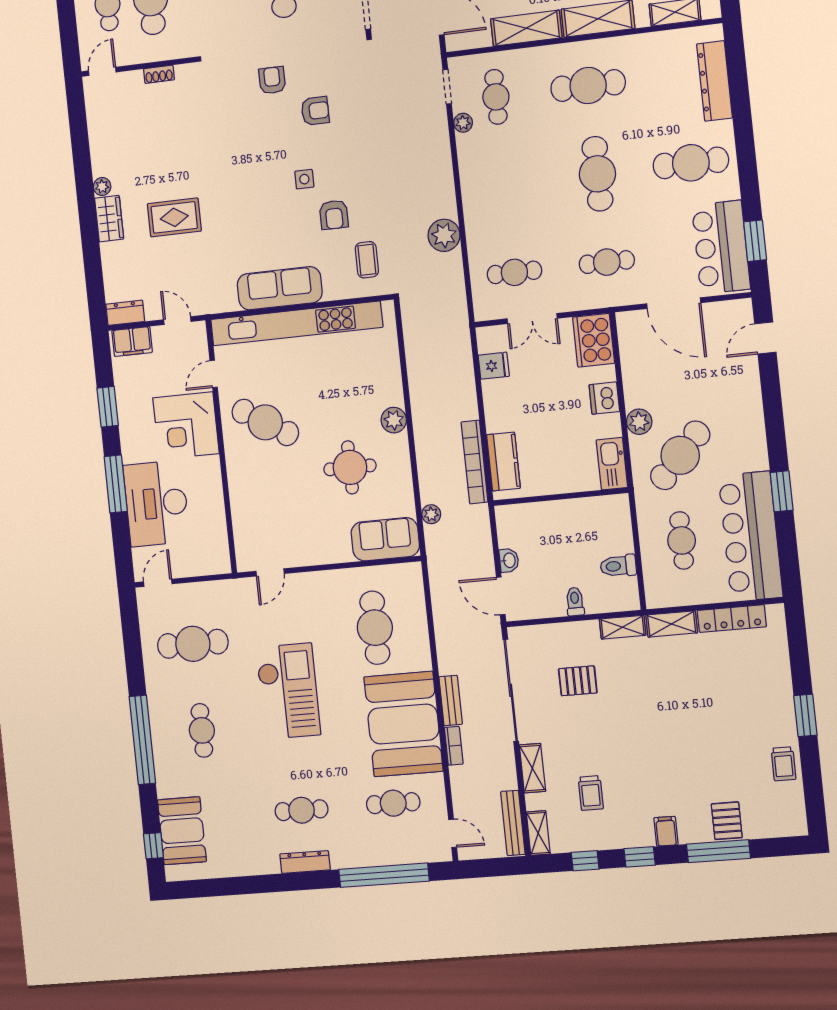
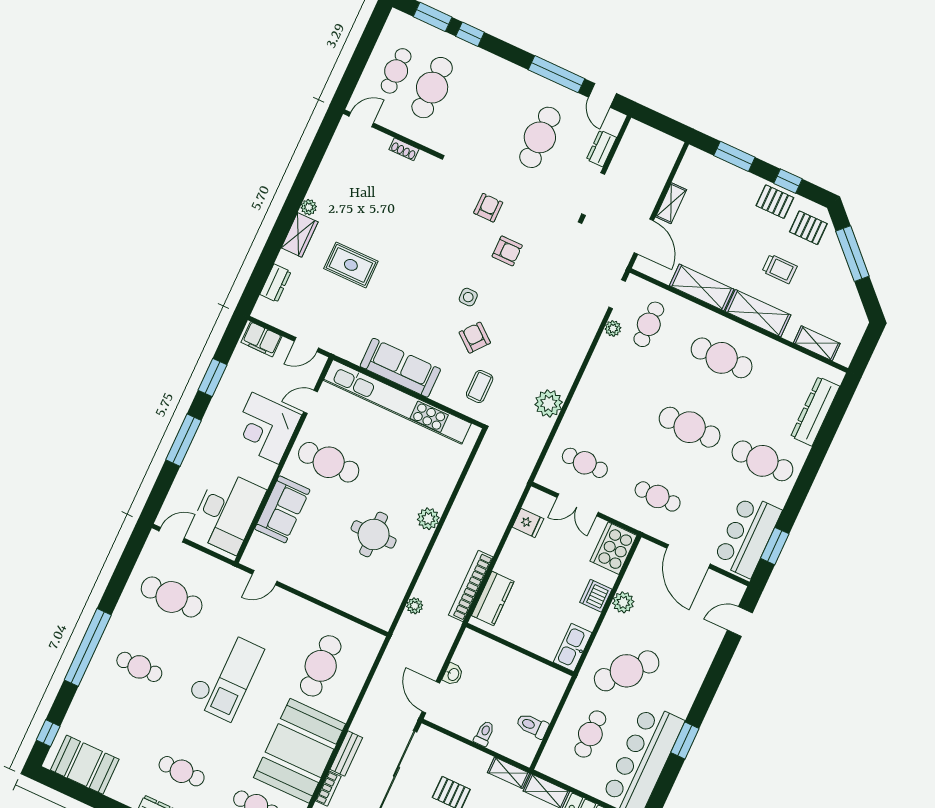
cafe table: (597, 174) -> (690, 427), turned 90
armchair: (334, 215) -> (475, 338), turned 129
dresser: (125, 313) -> (275, 283), moved, turned 90
door: (177, 321) -> (306, 345), swing flipped
cafe table: (265, 422) -> (329, 462), turned -32
plant: (639, 422) -> (623, 602), moved
desk: (156, 503) -> (227, 512), moved, turned 180
sofa: (385, 539) -> (282, 509), moved, turned 90
cafe table: (202, 730) -> (139, 667), turned 90
booth: (182, 831) -> (85, 765), moved, turned 90

